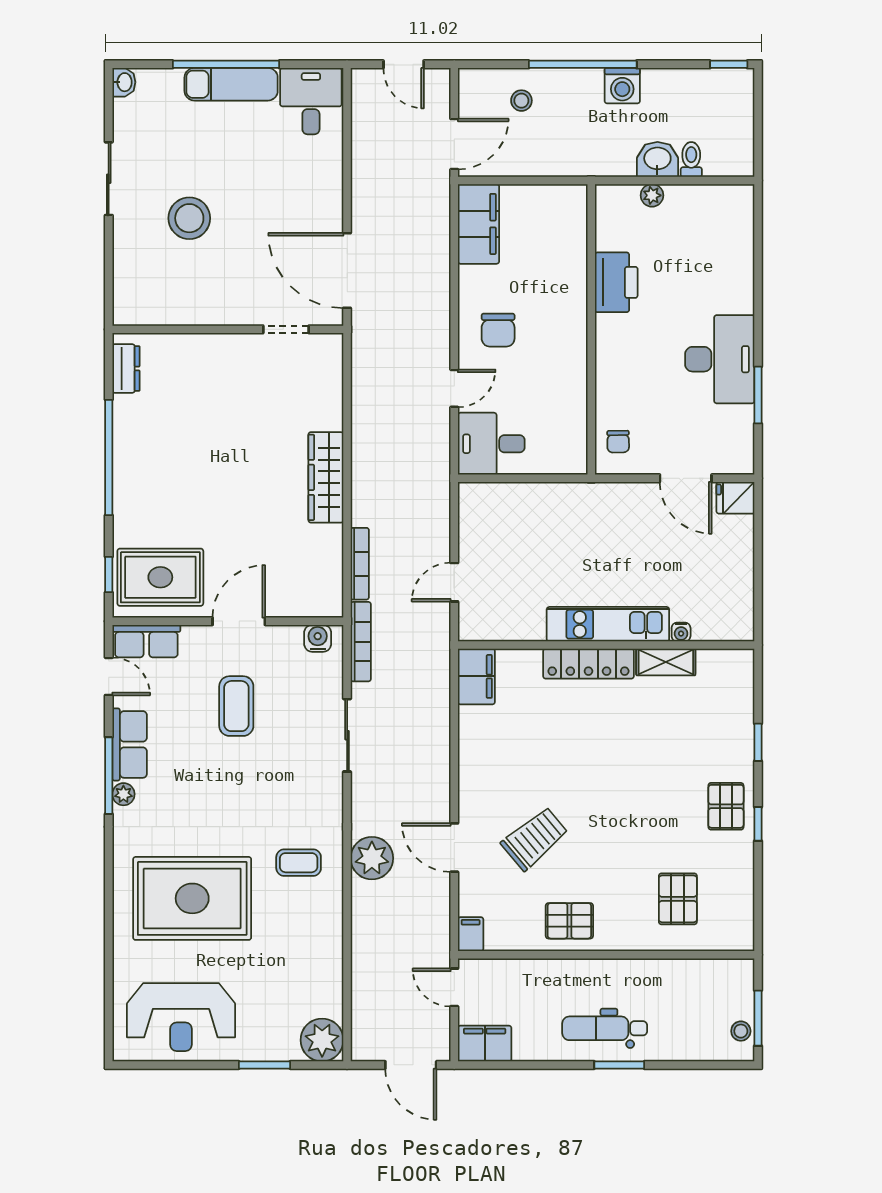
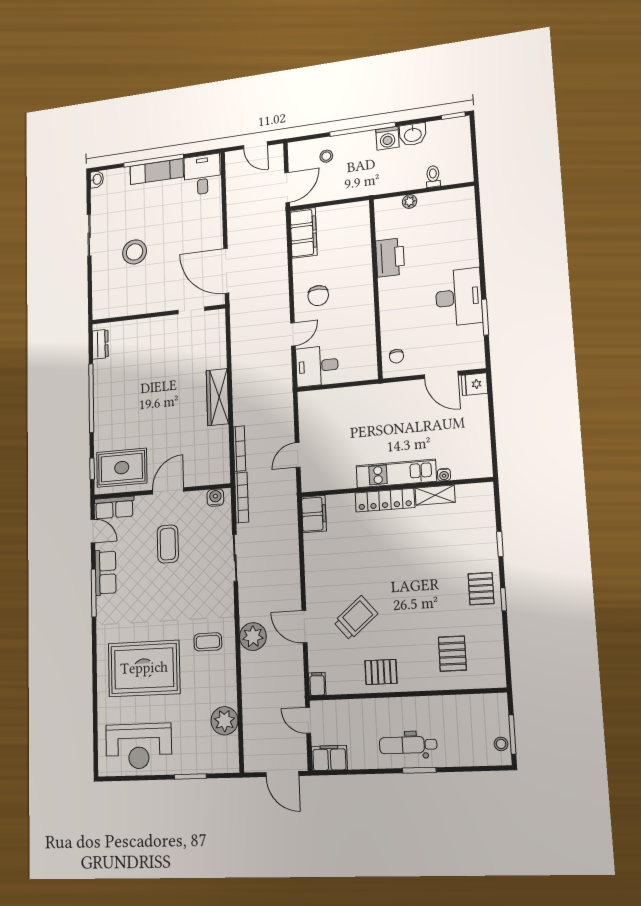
washbasin: (657, 159) -> (413, 134), moved, turned 180
plant: (123, 794) -> (102, 604), removed
plant: (322, 1040) -> (224, 721), moved

